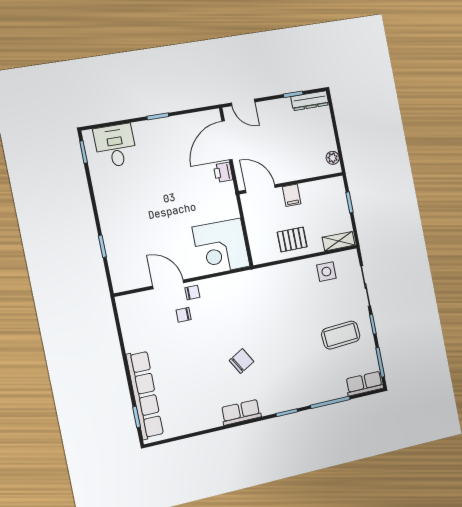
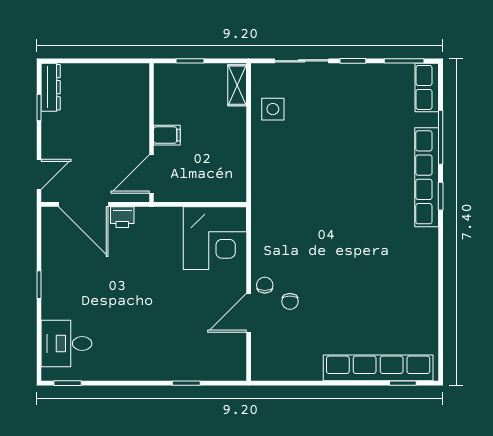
plant: (333, 158) -> (129, 72), removed
pallet: (292, 239) -> (223, 146), removed
coffee table: (341, 335) -> (358, 106), removed
chair: (242, 361) -> (363, 241), removed
row of seats: (241, 412) -> (427, 177), moved, width x2.02

